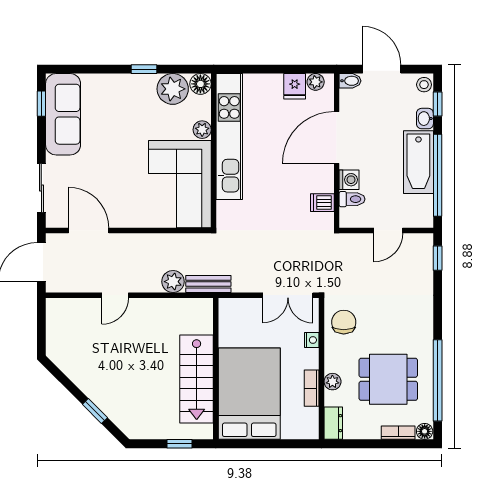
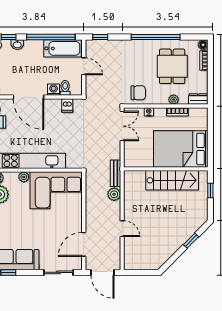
bathtub: (418, 162) -> (62, 48), moved
chair: (344, 322) -> (138, 93), turned 180
window: (438, 380) -> (156, 37), moved

